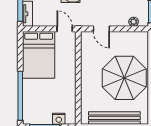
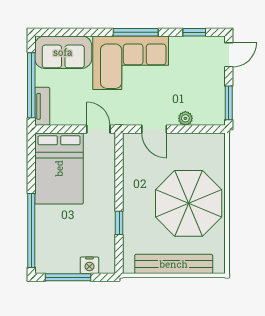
plant: (134, 22) -> (185, 118), moved
window: (78, 91) -> (119, 223), added

